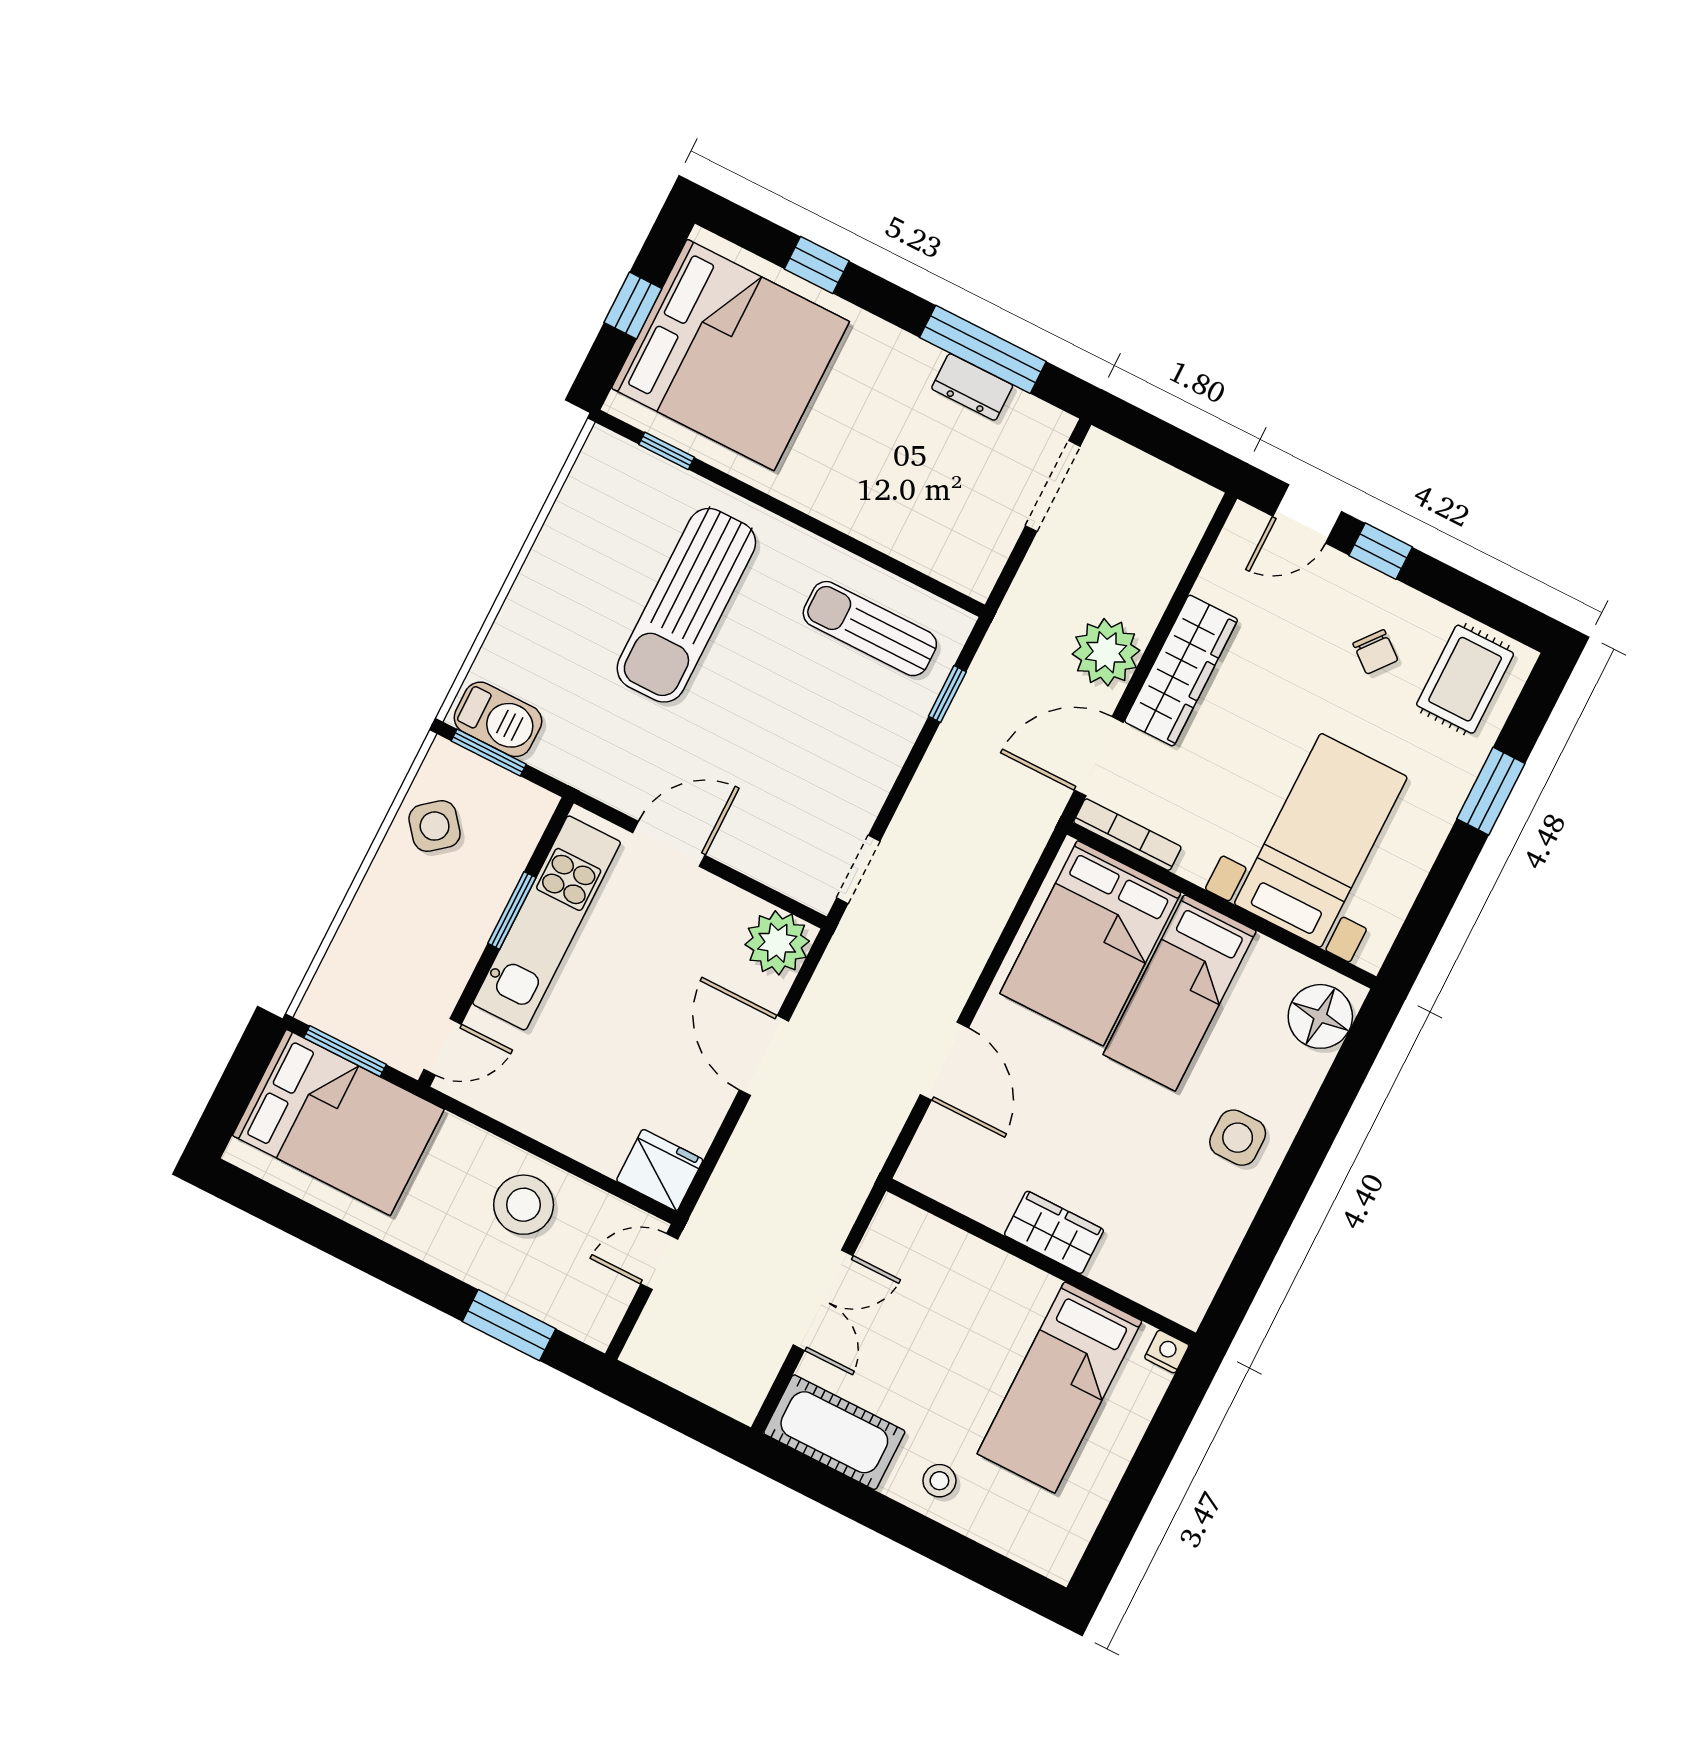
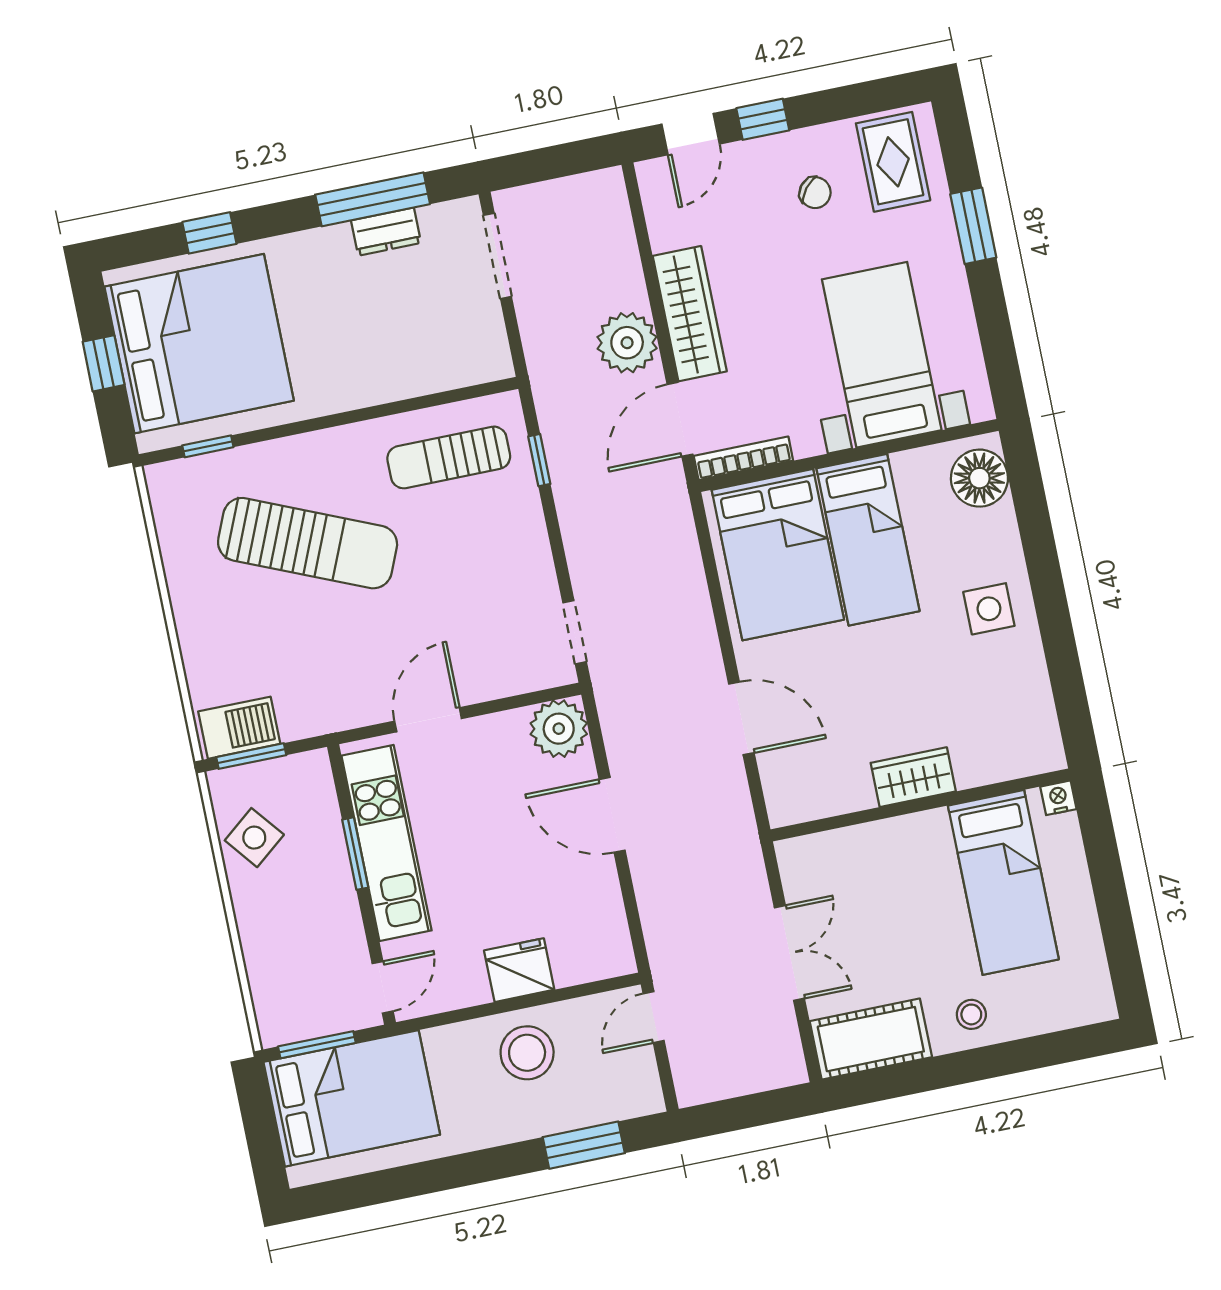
sun lounger: (686, 605) -> (308, 543), turned -67
fridge: (660, 1170) -> (519, 970), moved

